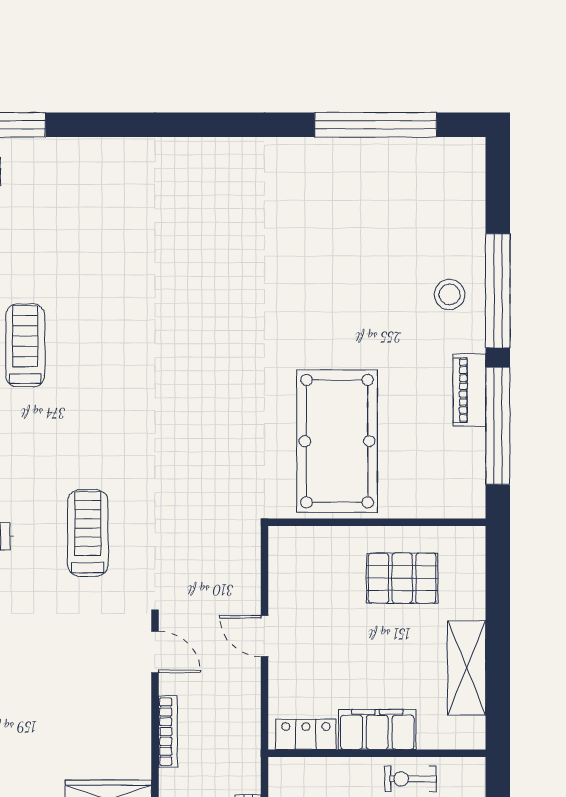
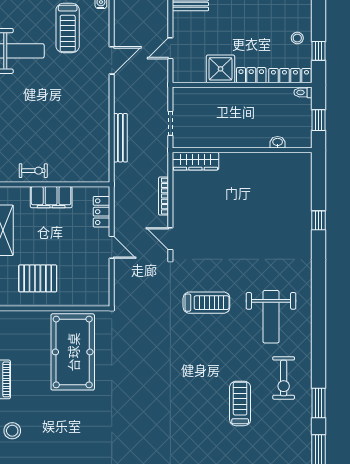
treadmill: (25, 345) -> (240, 403), turned 180
treadmill: (88, 533) -> (206, 303), turned -90
locker: (306, 734) -> (101, 212), moved, turned 90

